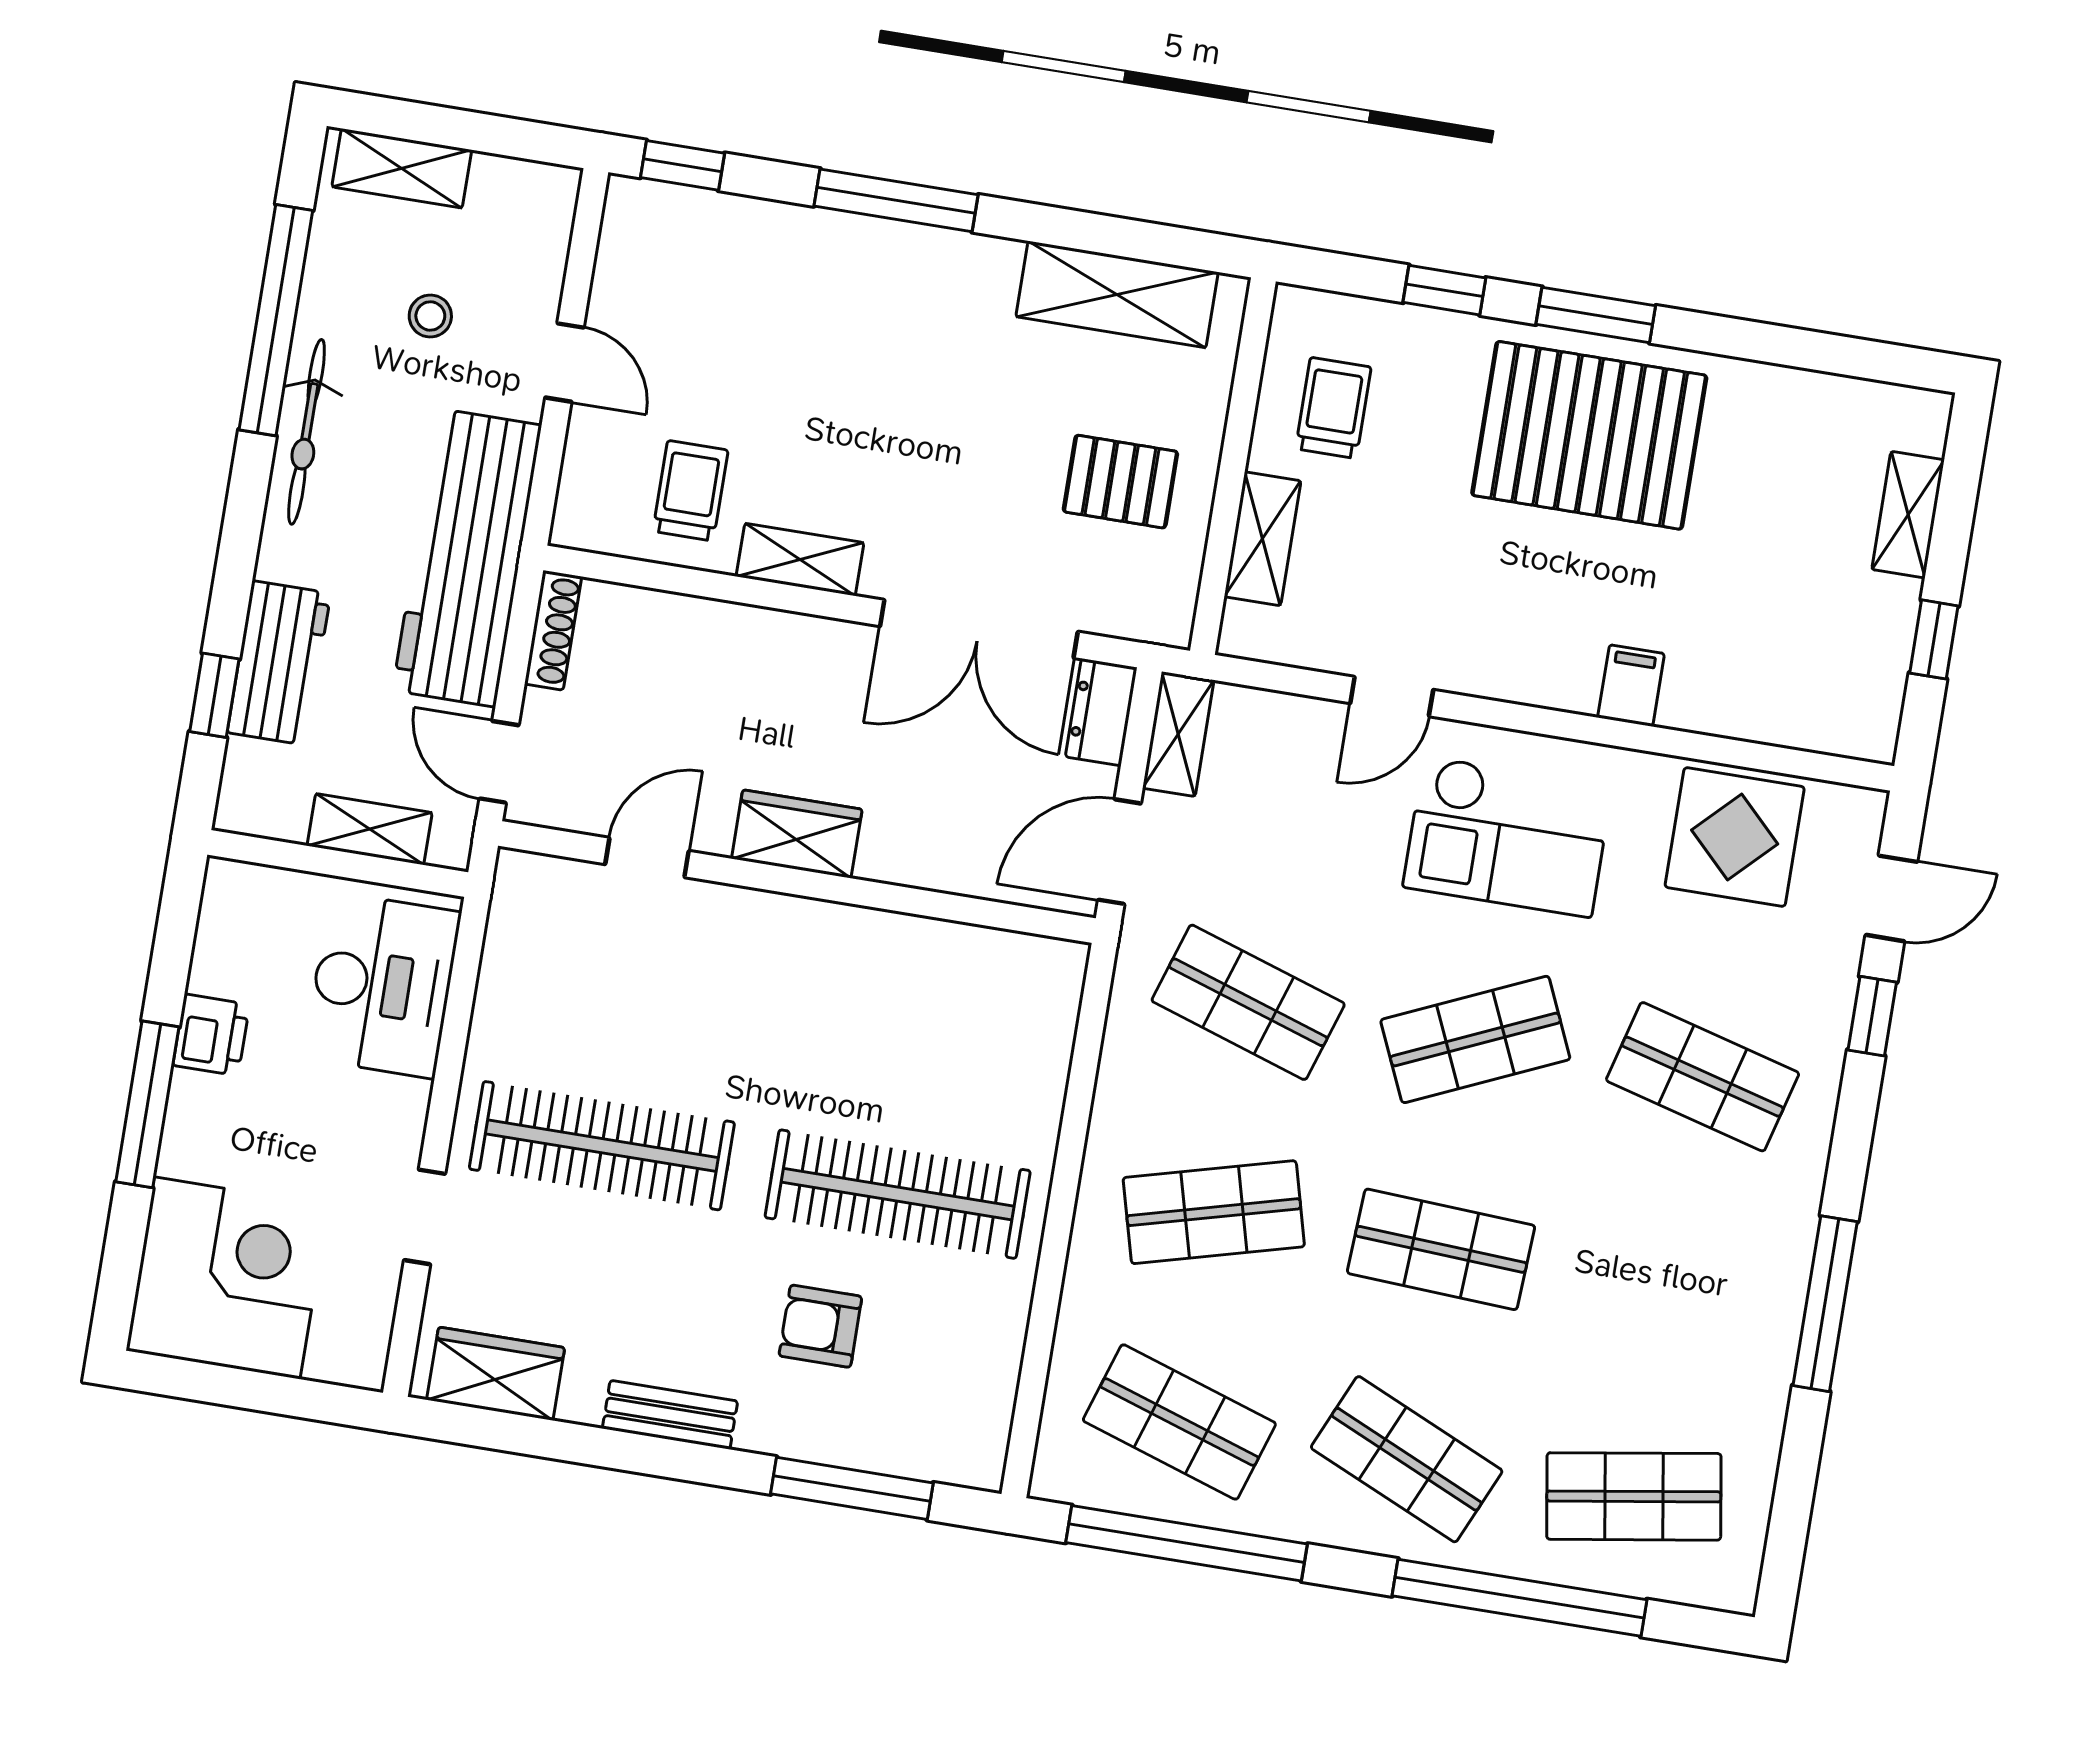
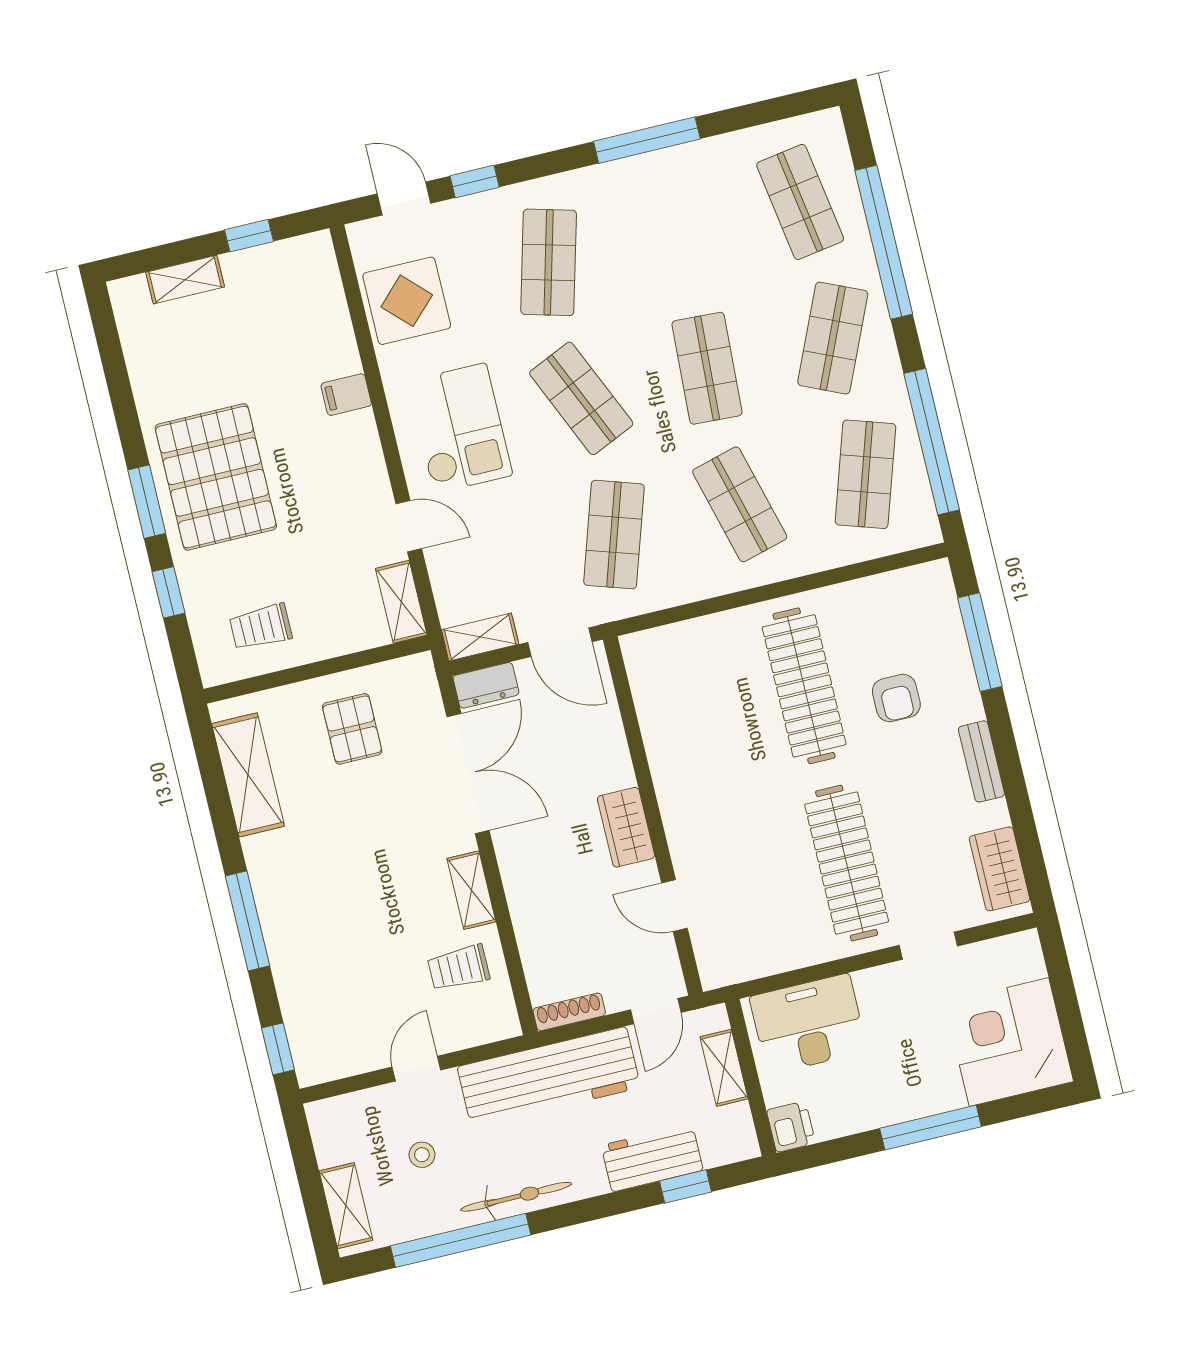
shelving: (1263, 539) -> (401, 602), moved, turned 90
printer: (211, 1035) -> (791, 1127), moved, turned 90

